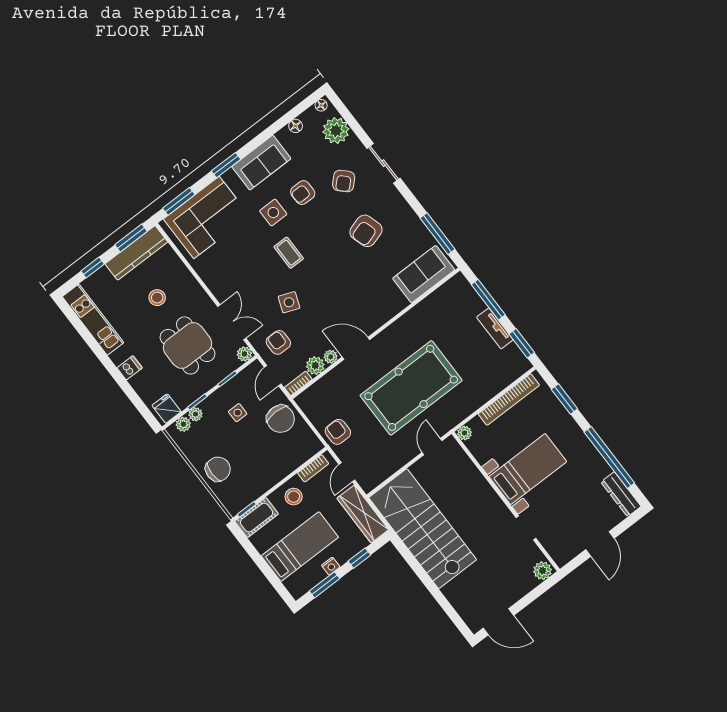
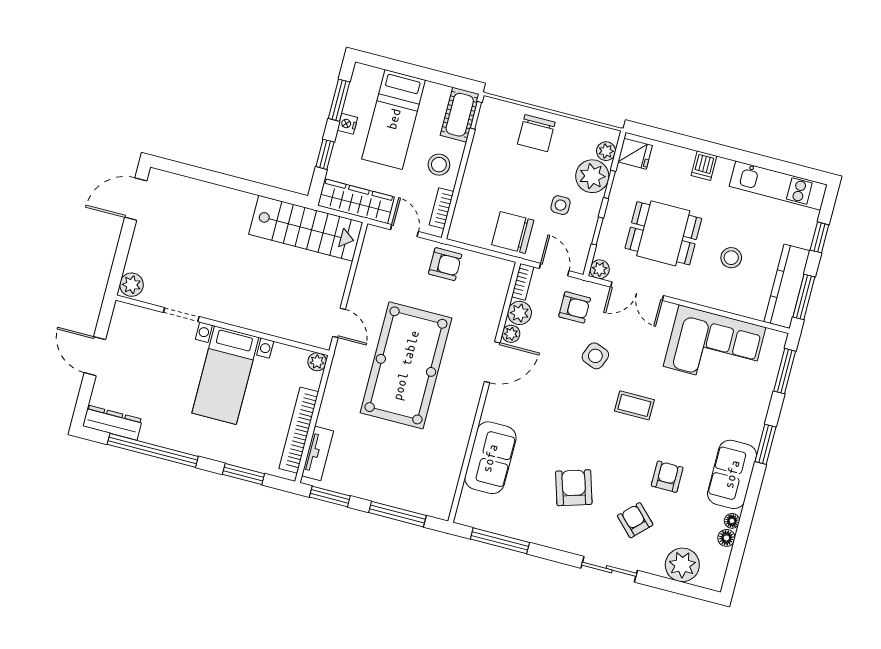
floor lamp: (321, 105) -> (732, 521), moved
side table: (273, 213) -> (681, 434), removed
corner sofa: (206, 217) -> (714, 347), moved, turned -90
sofa: (424, 274) -> (490, 458), moved
tv unit: (495, 328) -> (318, 453), moved, turned 90
plant: (196, 414) -> (592, 176), width x1.87, depth x1.87
stairs: (423, 529) -> (306, 228), width x0.73, depth x0.66

